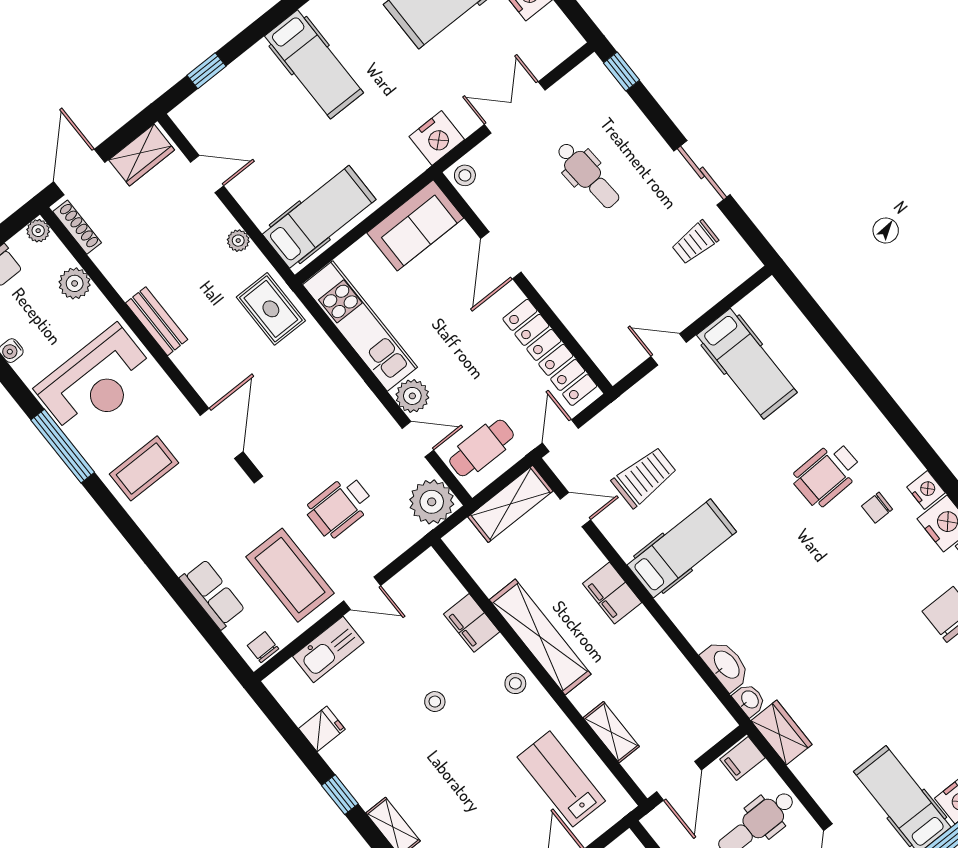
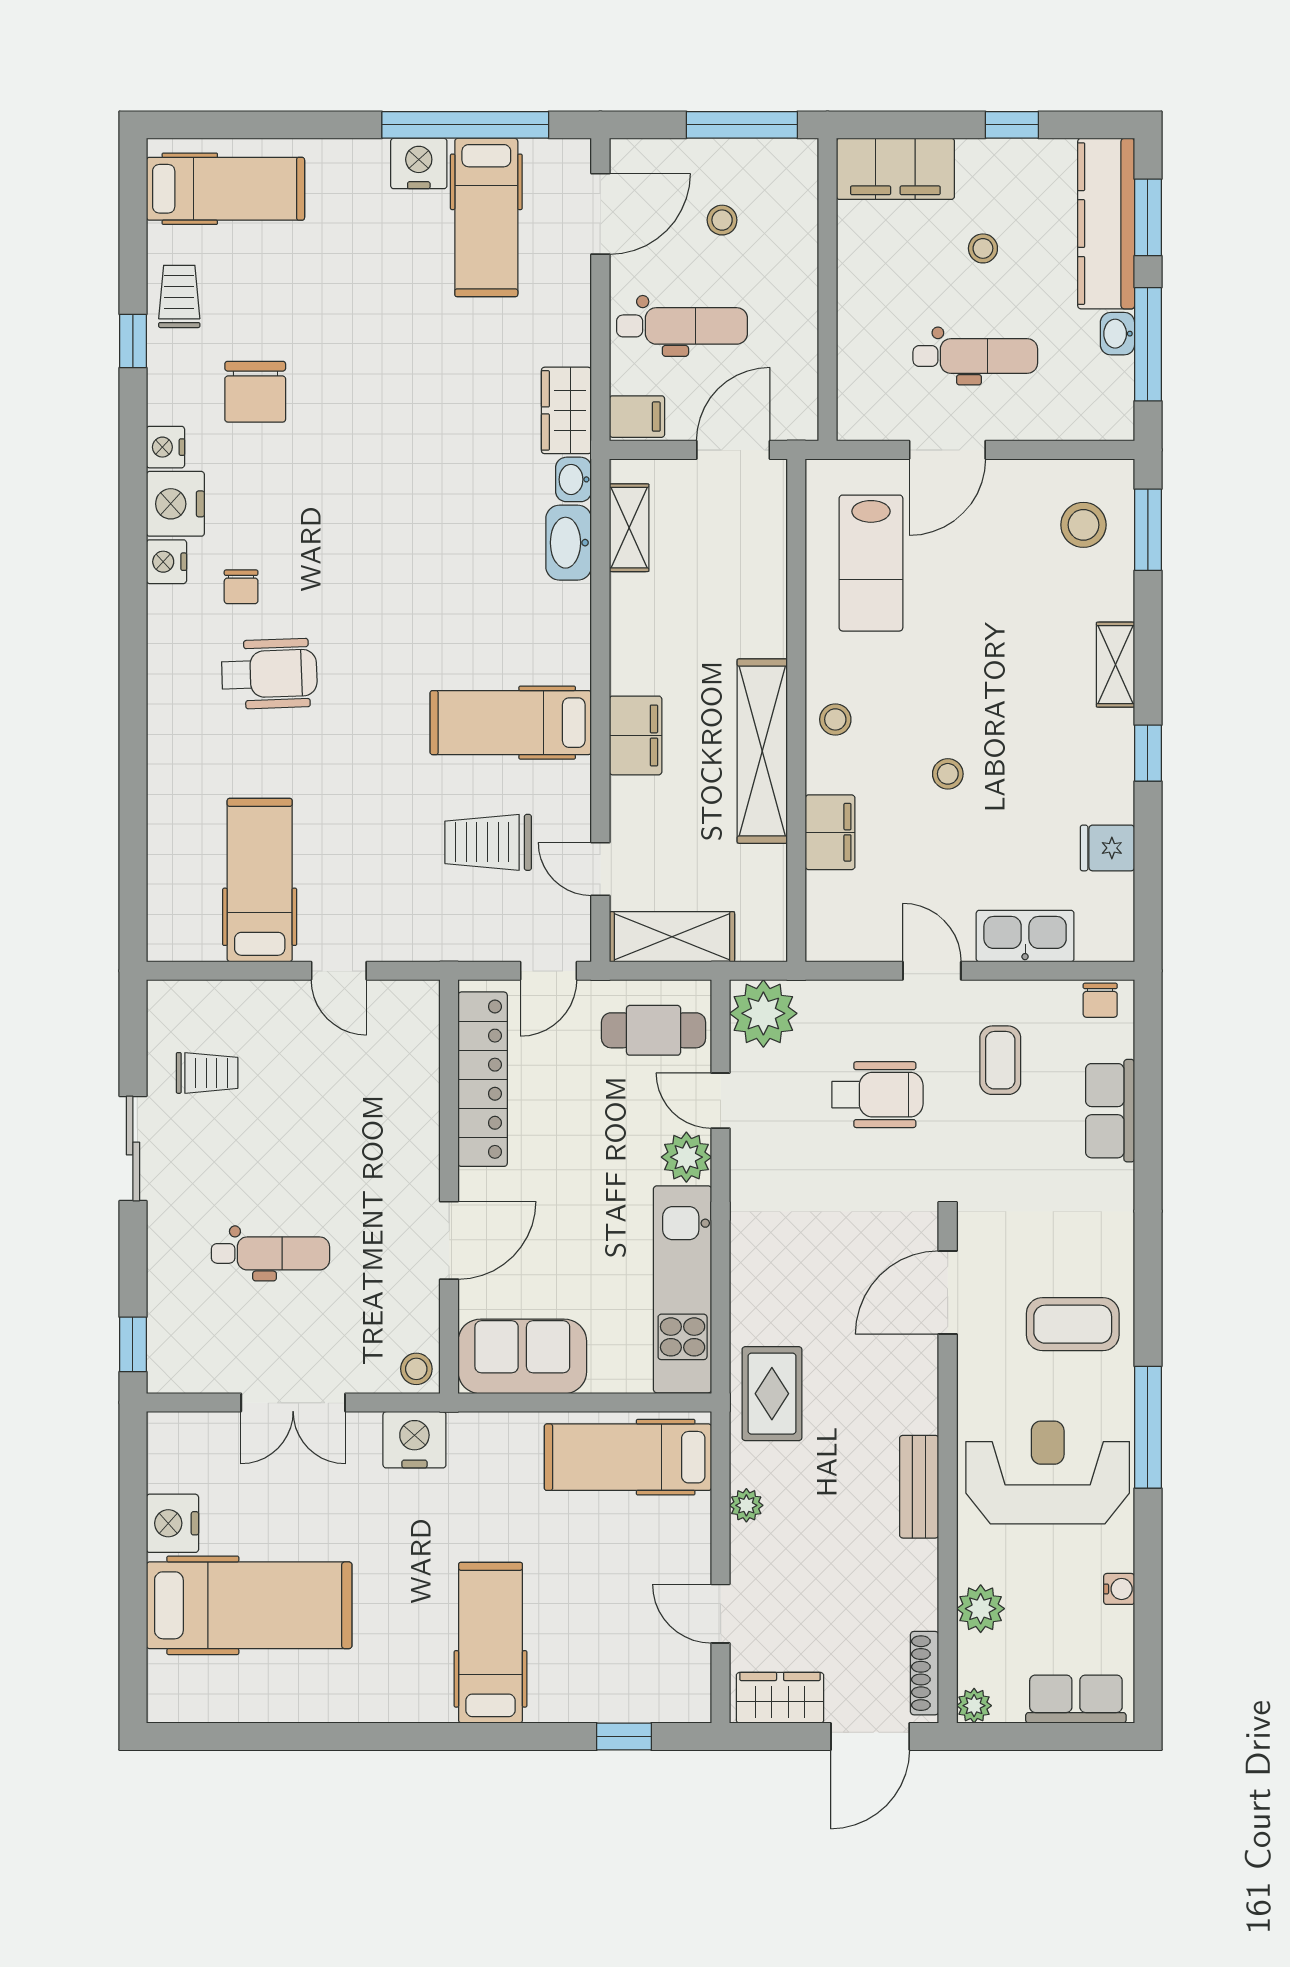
dental chair: (588, 175) -> (270, 1253), turned 94
chair: (877, 508) -> (241, 587), turned 90
coffee table: (290, 575) -> (1000, 1060), width x0.54, depth x0.58
shelving: (611, 732) -> (629, 528), moved

